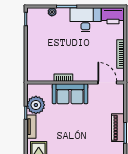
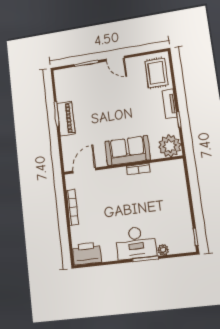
desk: (85, 20) -> (136, 243), moved
door: (107, 82) -> (84, 170), swing flipped
plant: (36, 105) -> (170, 146), moved

